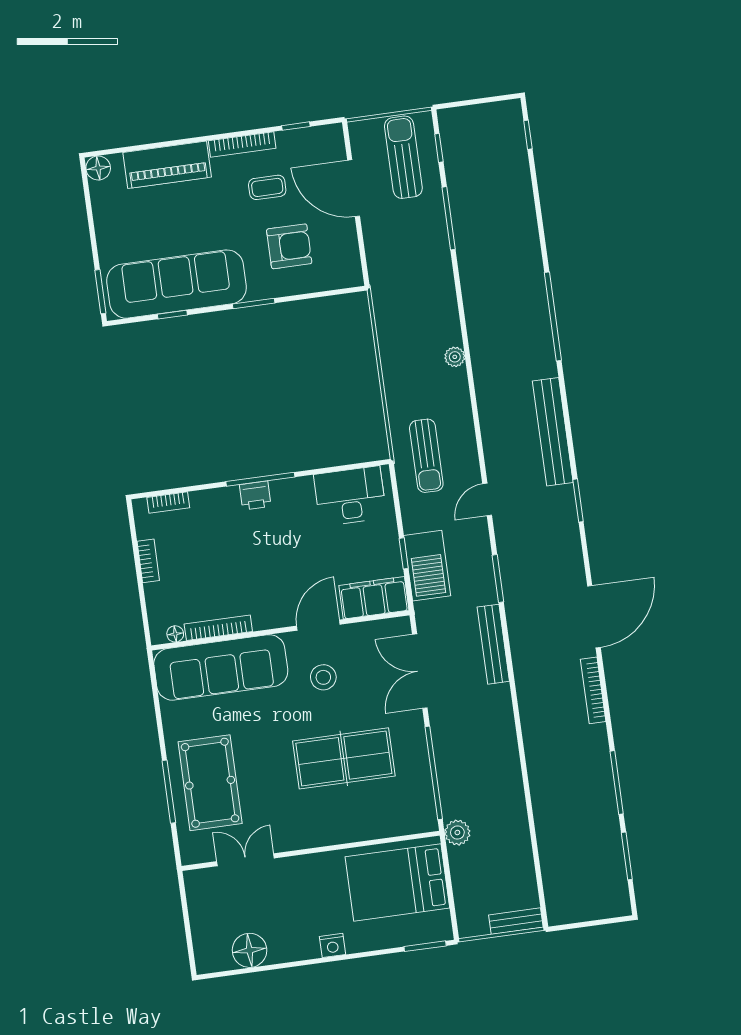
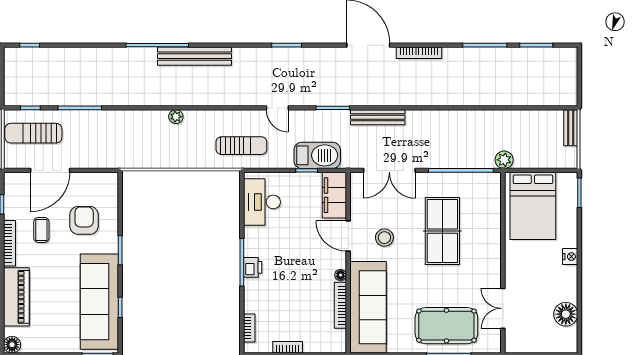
bench: (553, 432) -> (194, 56), moved
floor lamp: (175, 634) -> (341, 275), moved

